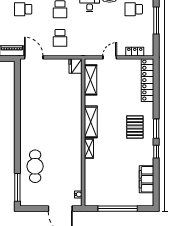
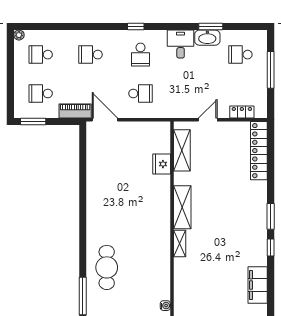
school desk: (60, 38) -> (141, 93), turned -90
fridge: (76, 66) -> (162, 164), moved
pallet: (135, 127) -> (242, 214), removed

